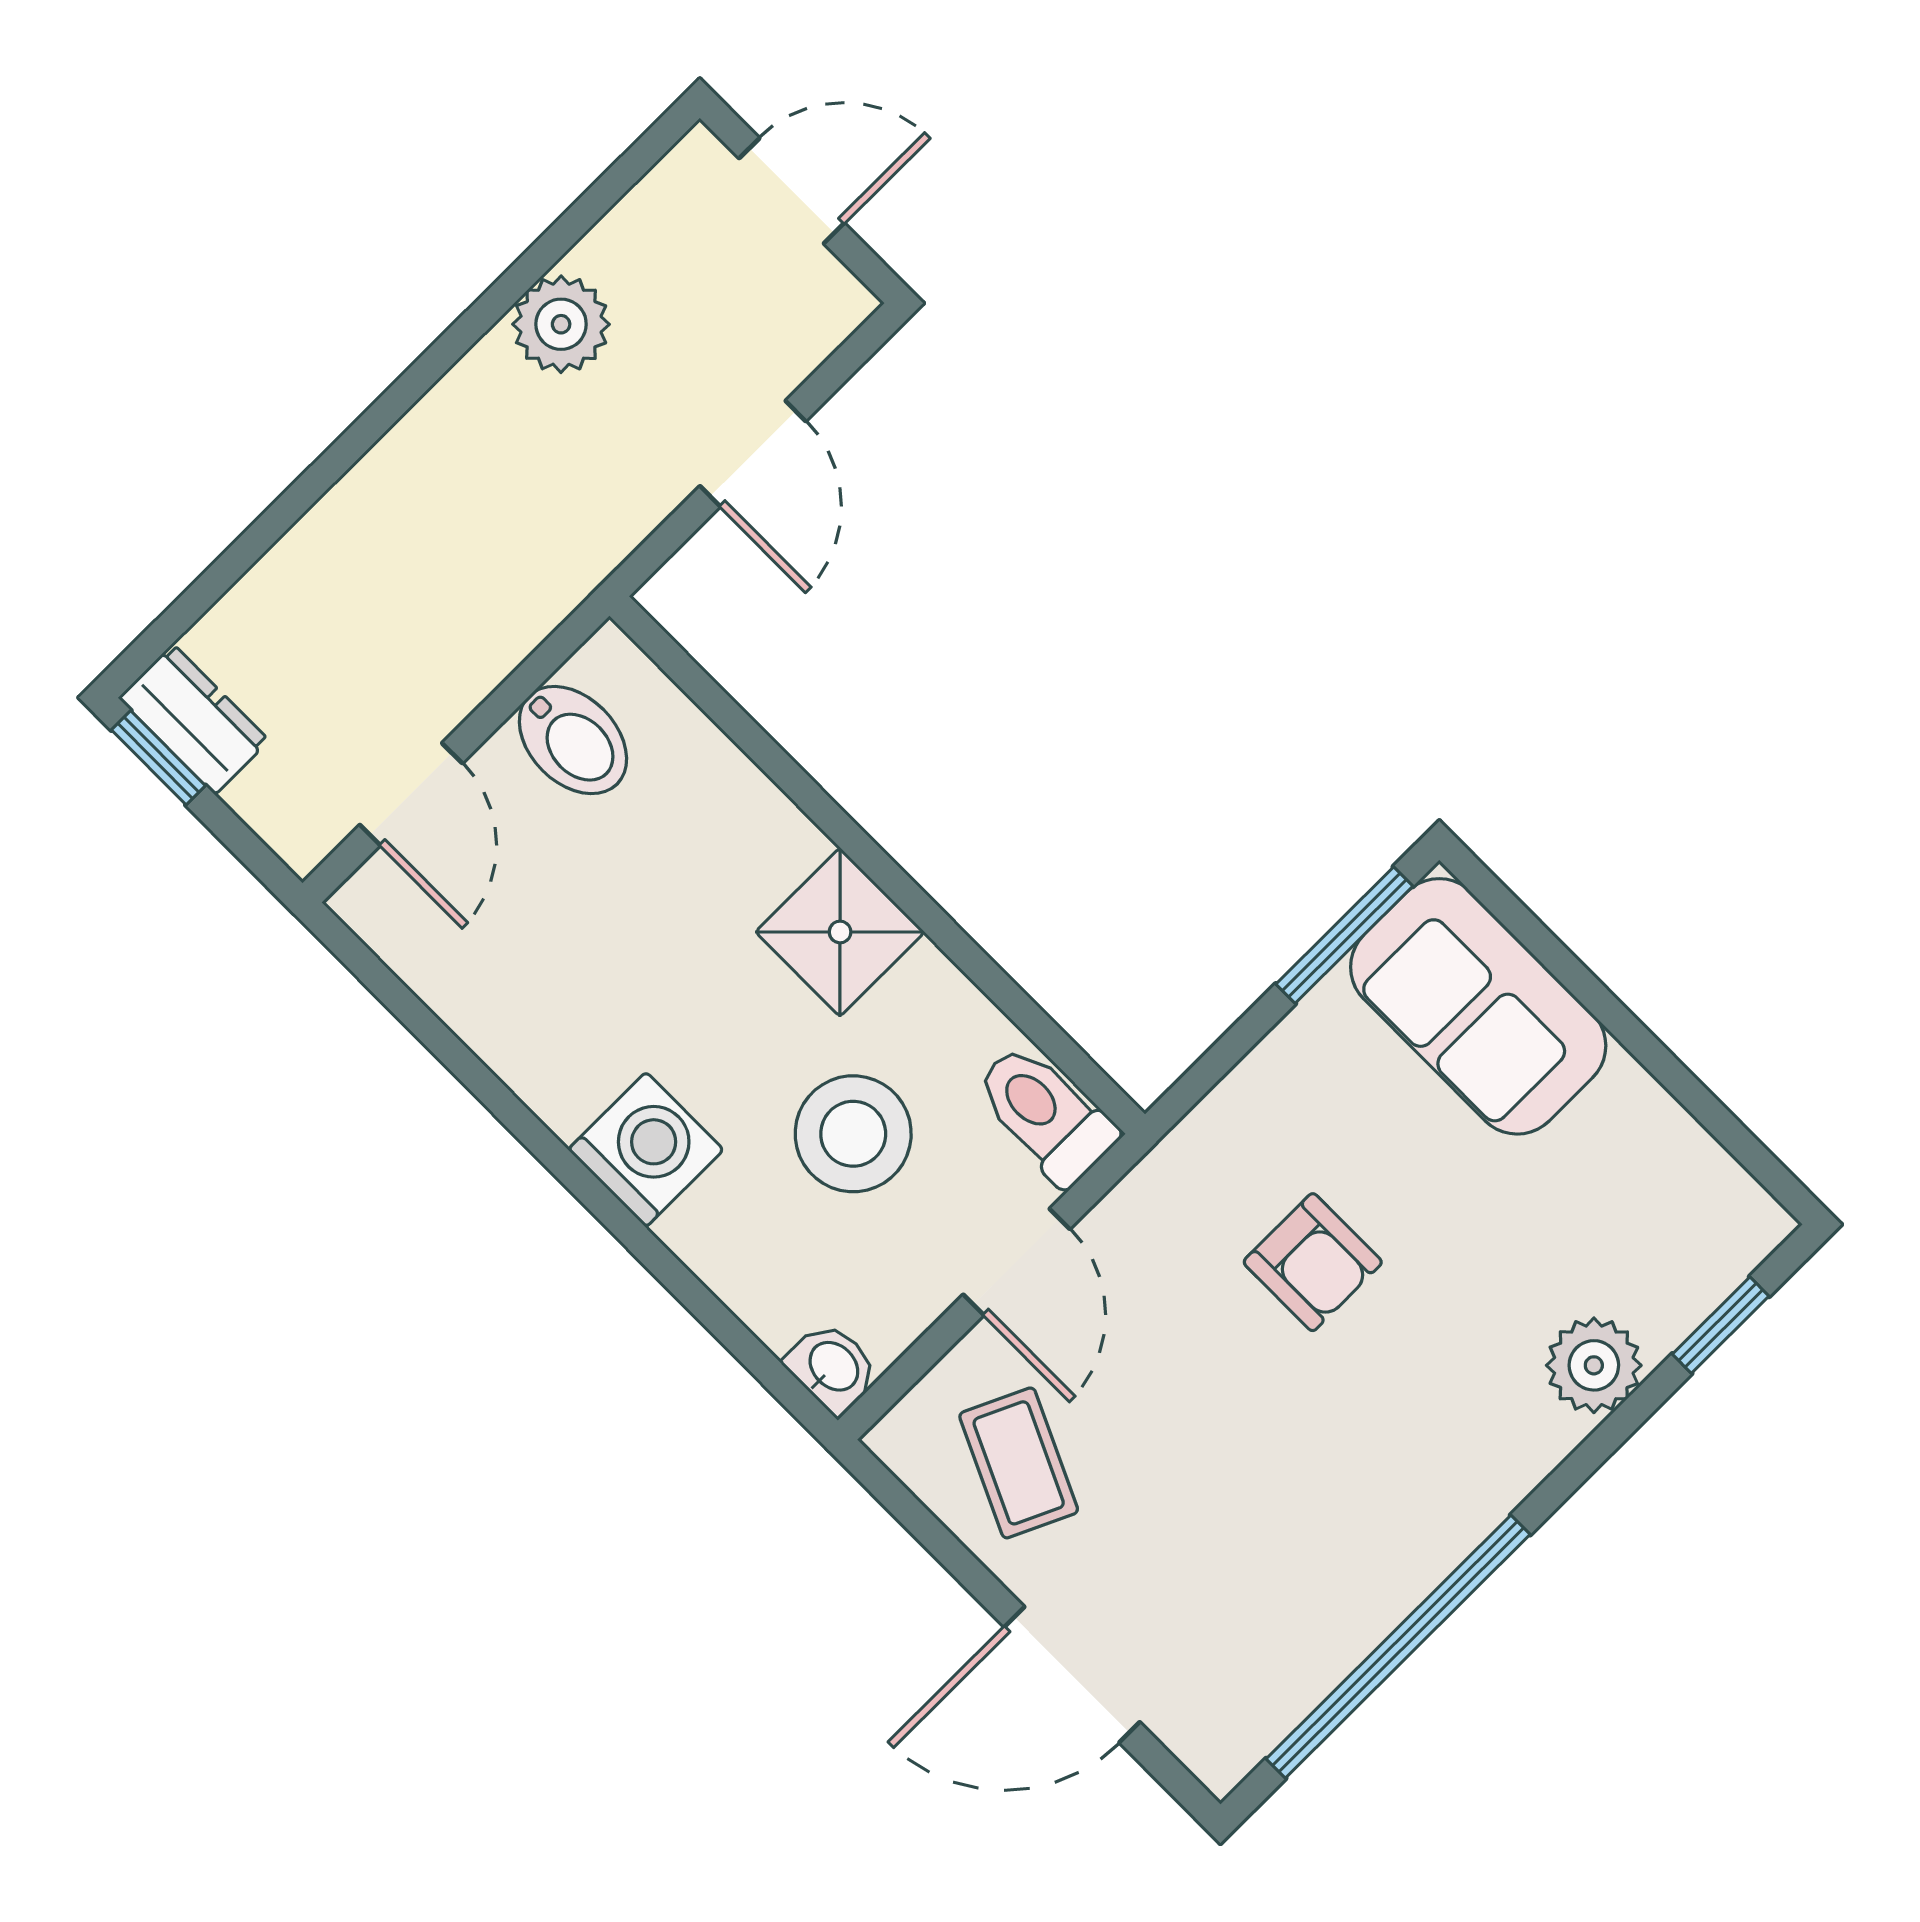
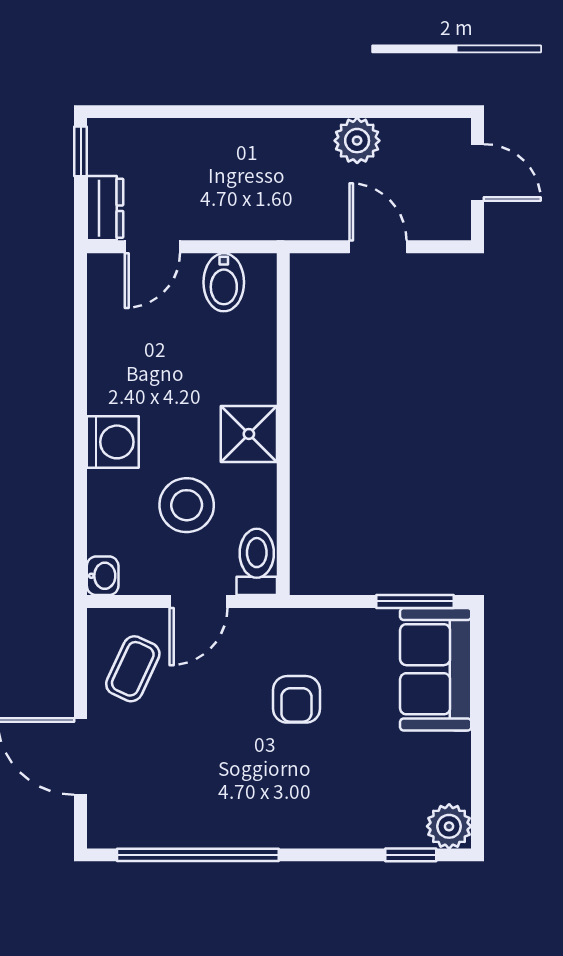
door: (753, 454) -> (378, 247), swing flipped
dresser: (194, 719) -> (105, 208), moved
plant: (1594, 1365) -> (449, 826), moved

